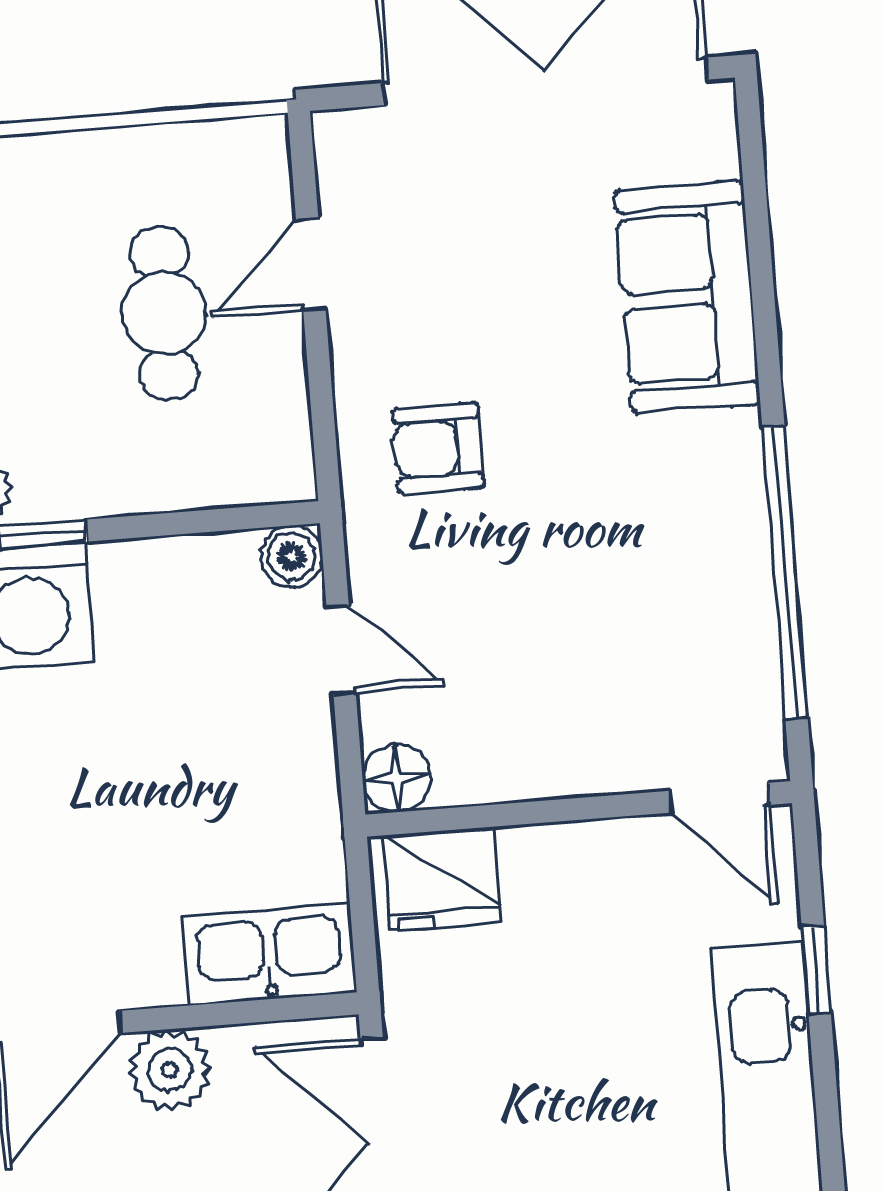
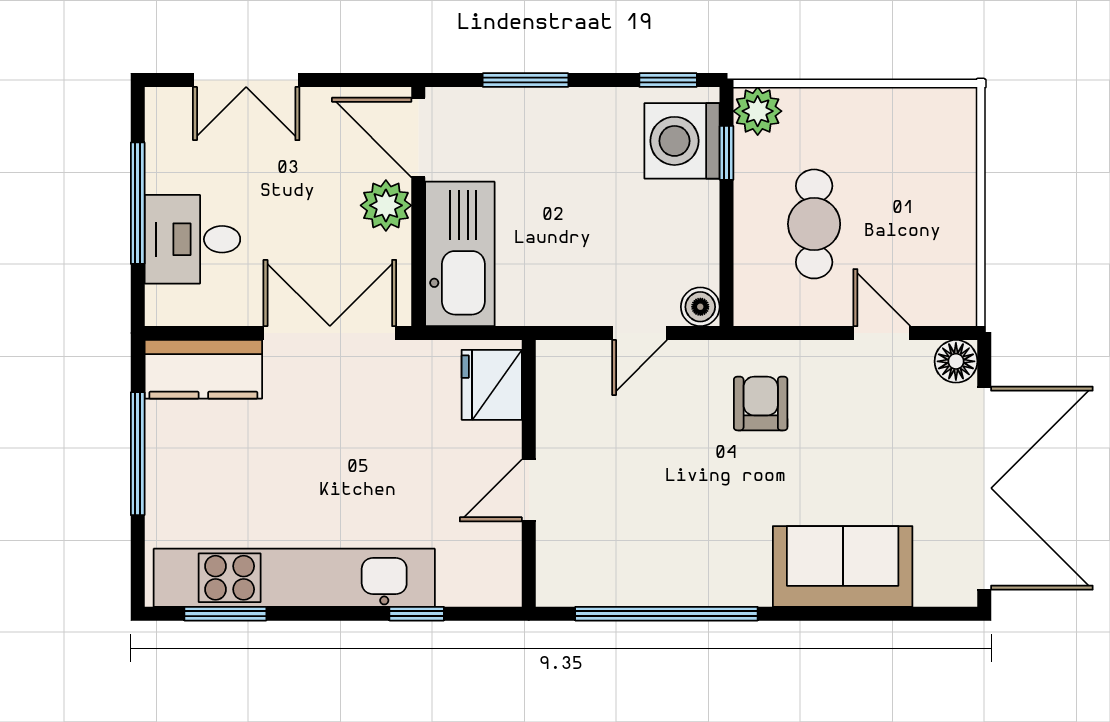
cafe table: (164, 313) -> (814, 224), moved, turned 90
floor lamp: (397, 778) -> (956, 361), moved
door: (719, 798) -> (529, 490), moved
kitchen sink: (269, 954) -> (460, 254), width x1.36, depth x1.24

